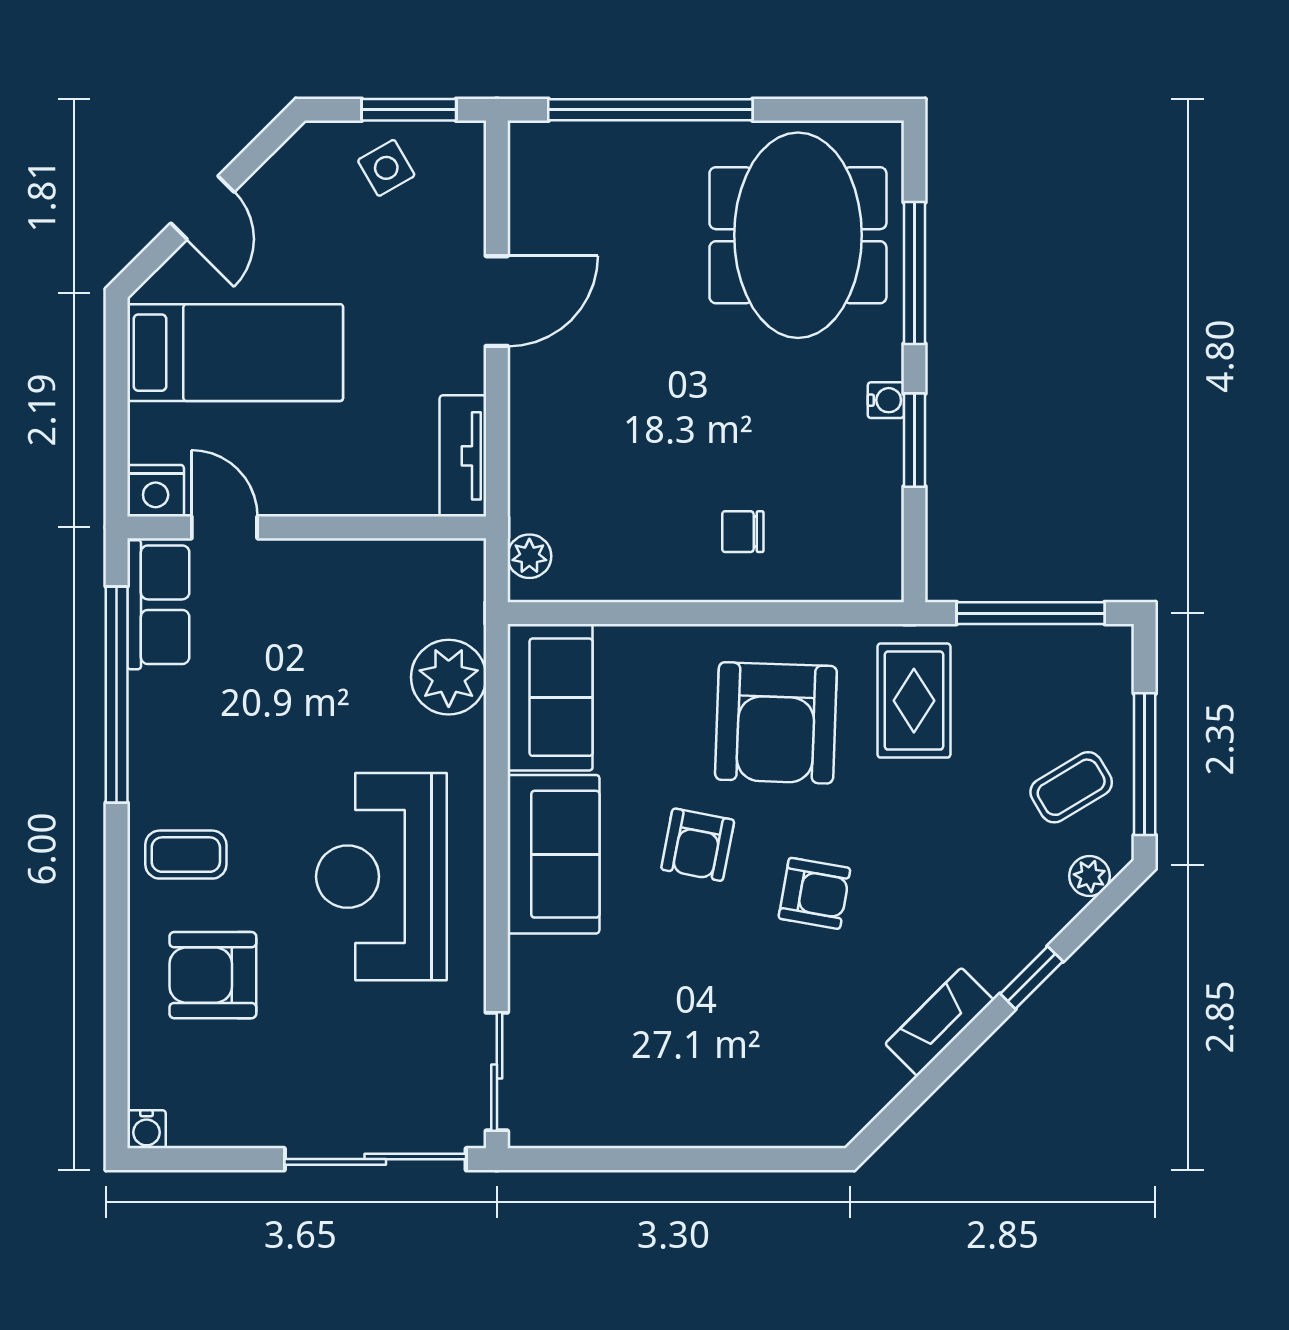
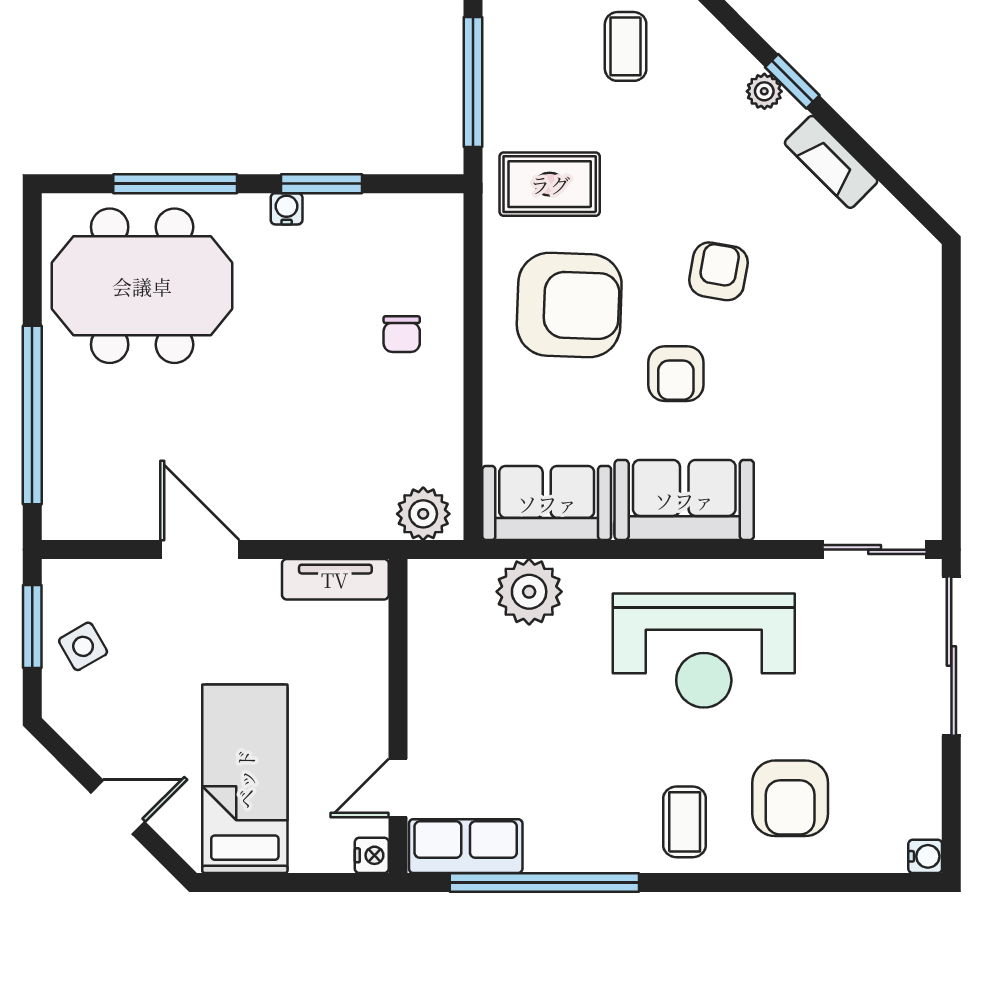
nightstand: (156, 491) -> (372, 855), width x0.72, depth x0.74
plant: (529, 556) -> (423, 514), width x1.38, depth x1.38
coffee table: (1071, 787) -> (626, 46), turned 31
armchair: (698, 845) -> (676, 374), turned 79
plant: (1090, 876) -> (764, 91), moved

